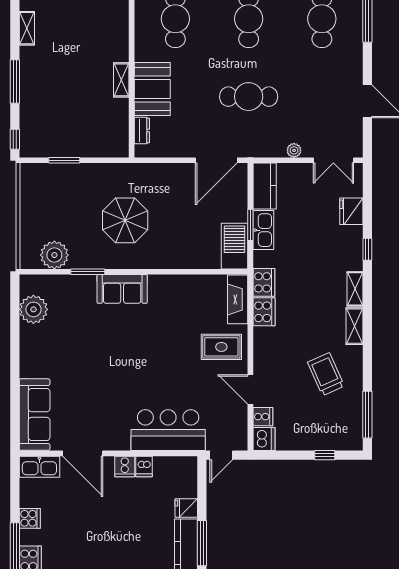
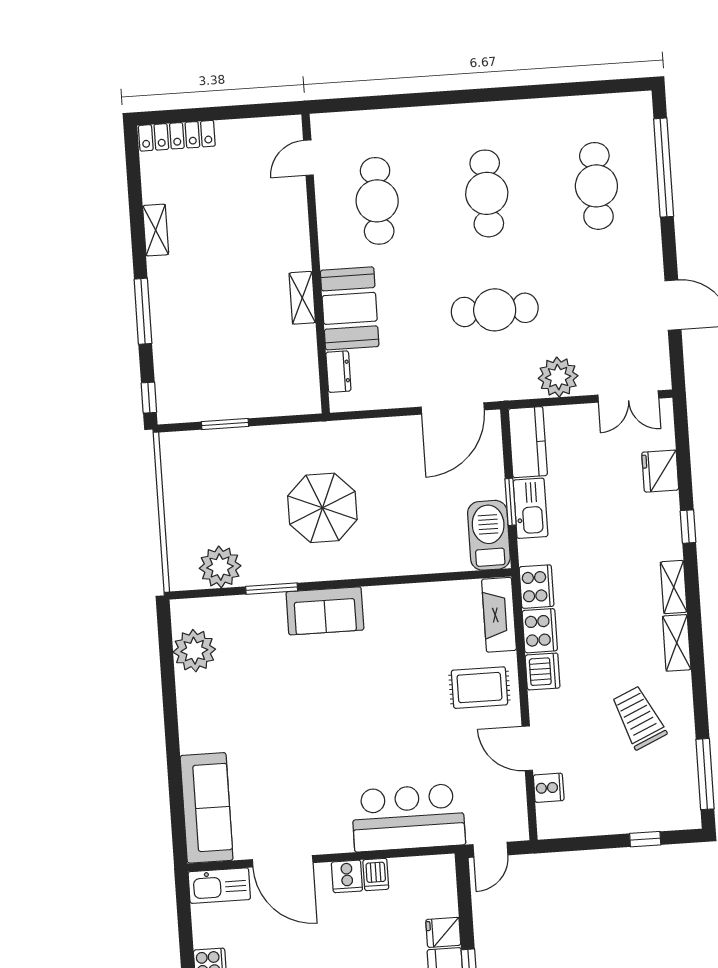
plant: (294, 150) -> (558, 377), width x1.88, depth x1.88
dishwasher: (264, 439) -> (543, 671), moved

